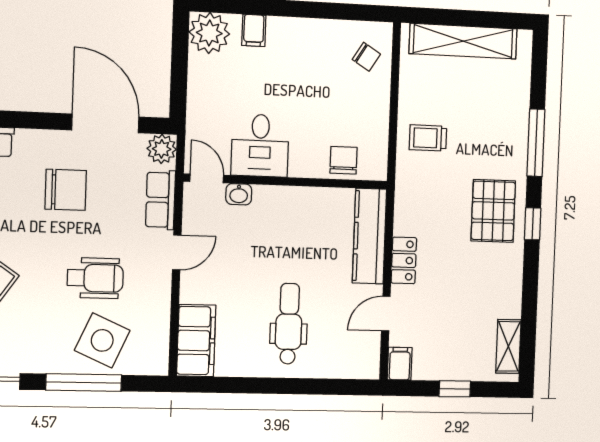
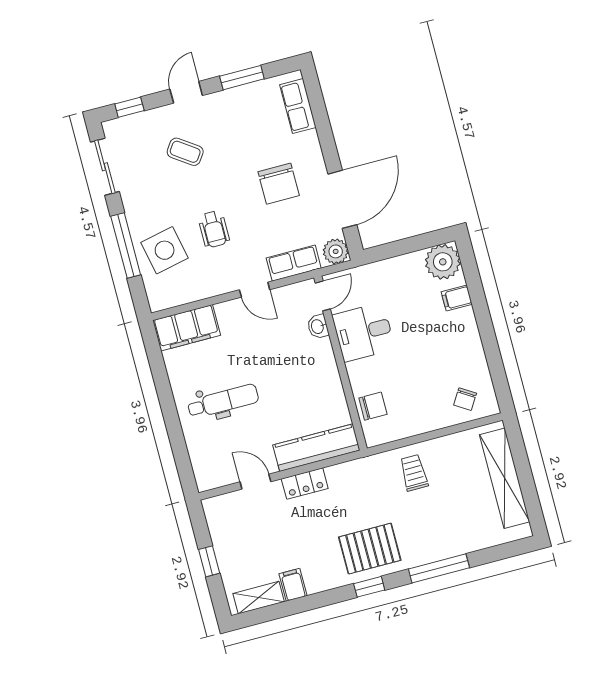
wheelchair: (95, 278) -> (214, 229), width x0.73, depth x0.73
side table: (102, 340) -> (165, 250), turned -36
filing cabinet: (400, 364) -> (293, 585), moved, turned -90

